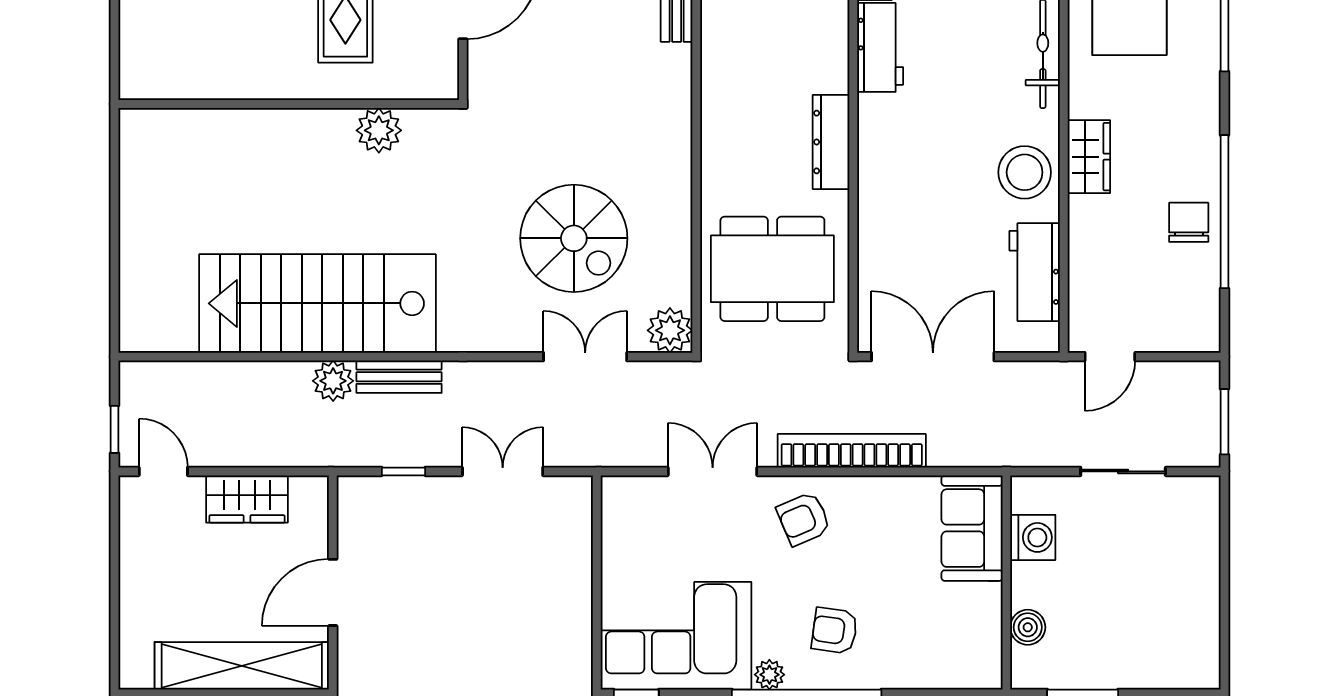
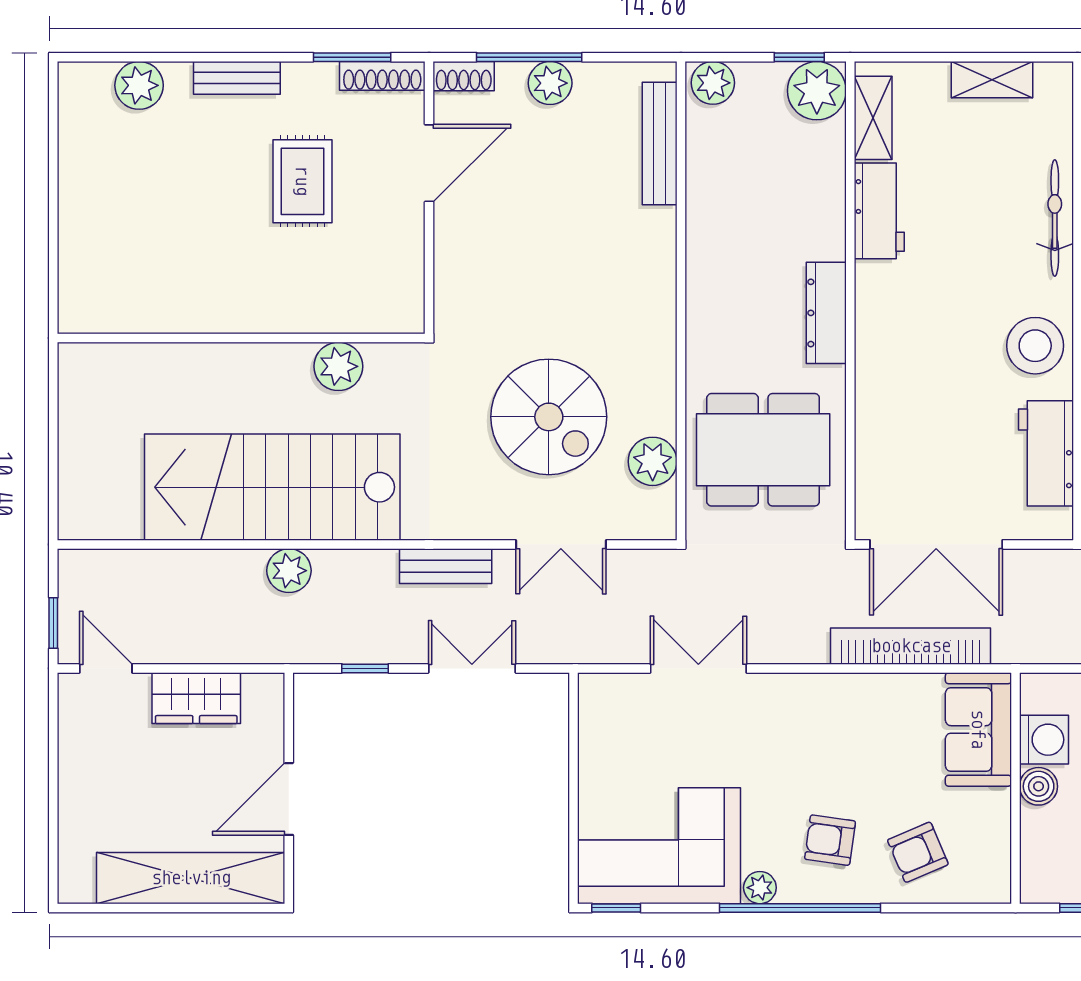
wall: (289, 104) -> (241, 338), moved
plant: (379, 130) -> (338, 366), moved
plant: (670, 330) -> (653, 461), moved
double door: (585, 357) -> (561, 544), swing flipped
double door: (933, 357) -> (936, 544), swing flipped
bench: (399, 377) -> (446, 566), moved
bookcase: (852, 451) -> (911, 646), moved
armchair: (804, 519) -> (918, 852), moved
boiler: (1028, 627) -> (1039, 786), moved

